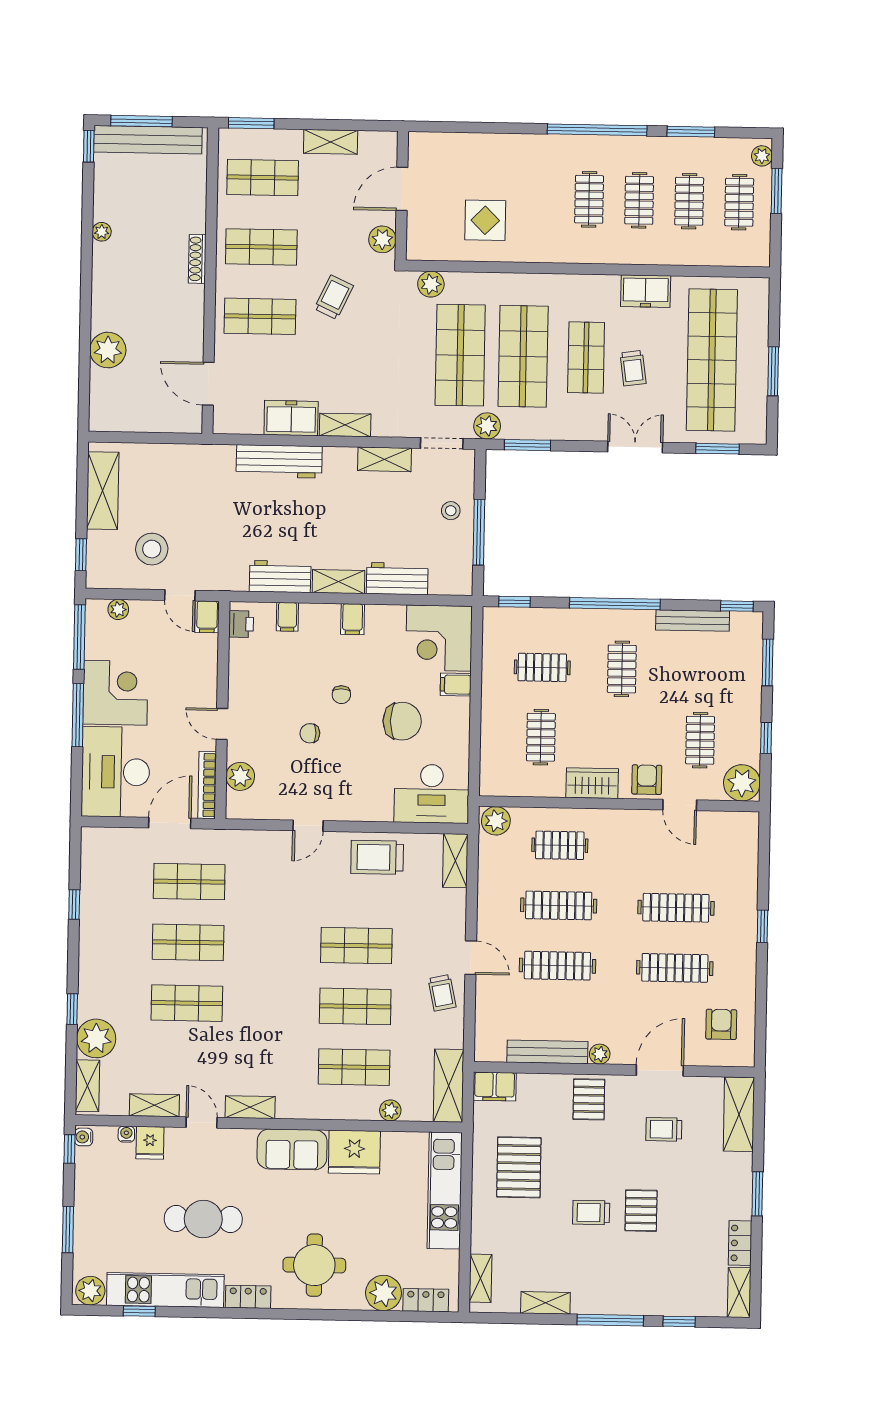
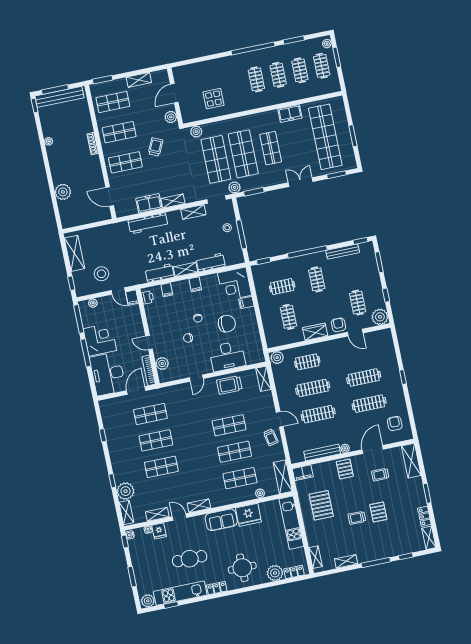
trolley: (633, 368) -> (292, 148), removed
desk: (432, 794) -> (227, 356), moved

